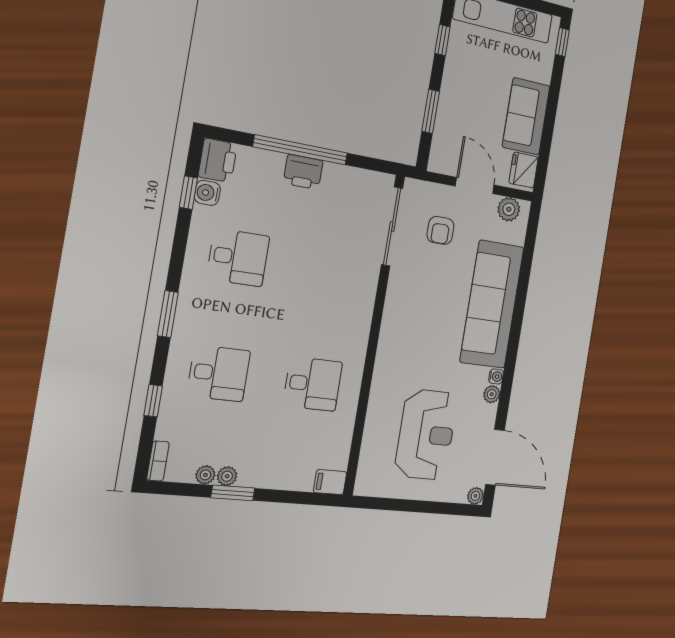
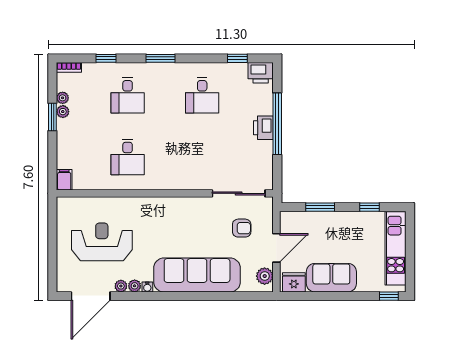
water cooler: (207, 193) -> (239, 70), removed
armchair: (440, 230) -> (242, 228), turned 180
reception desk: (426, 435) -> (102, 242), turned 180
plant: (475, 496) -> (121, 286), moved

